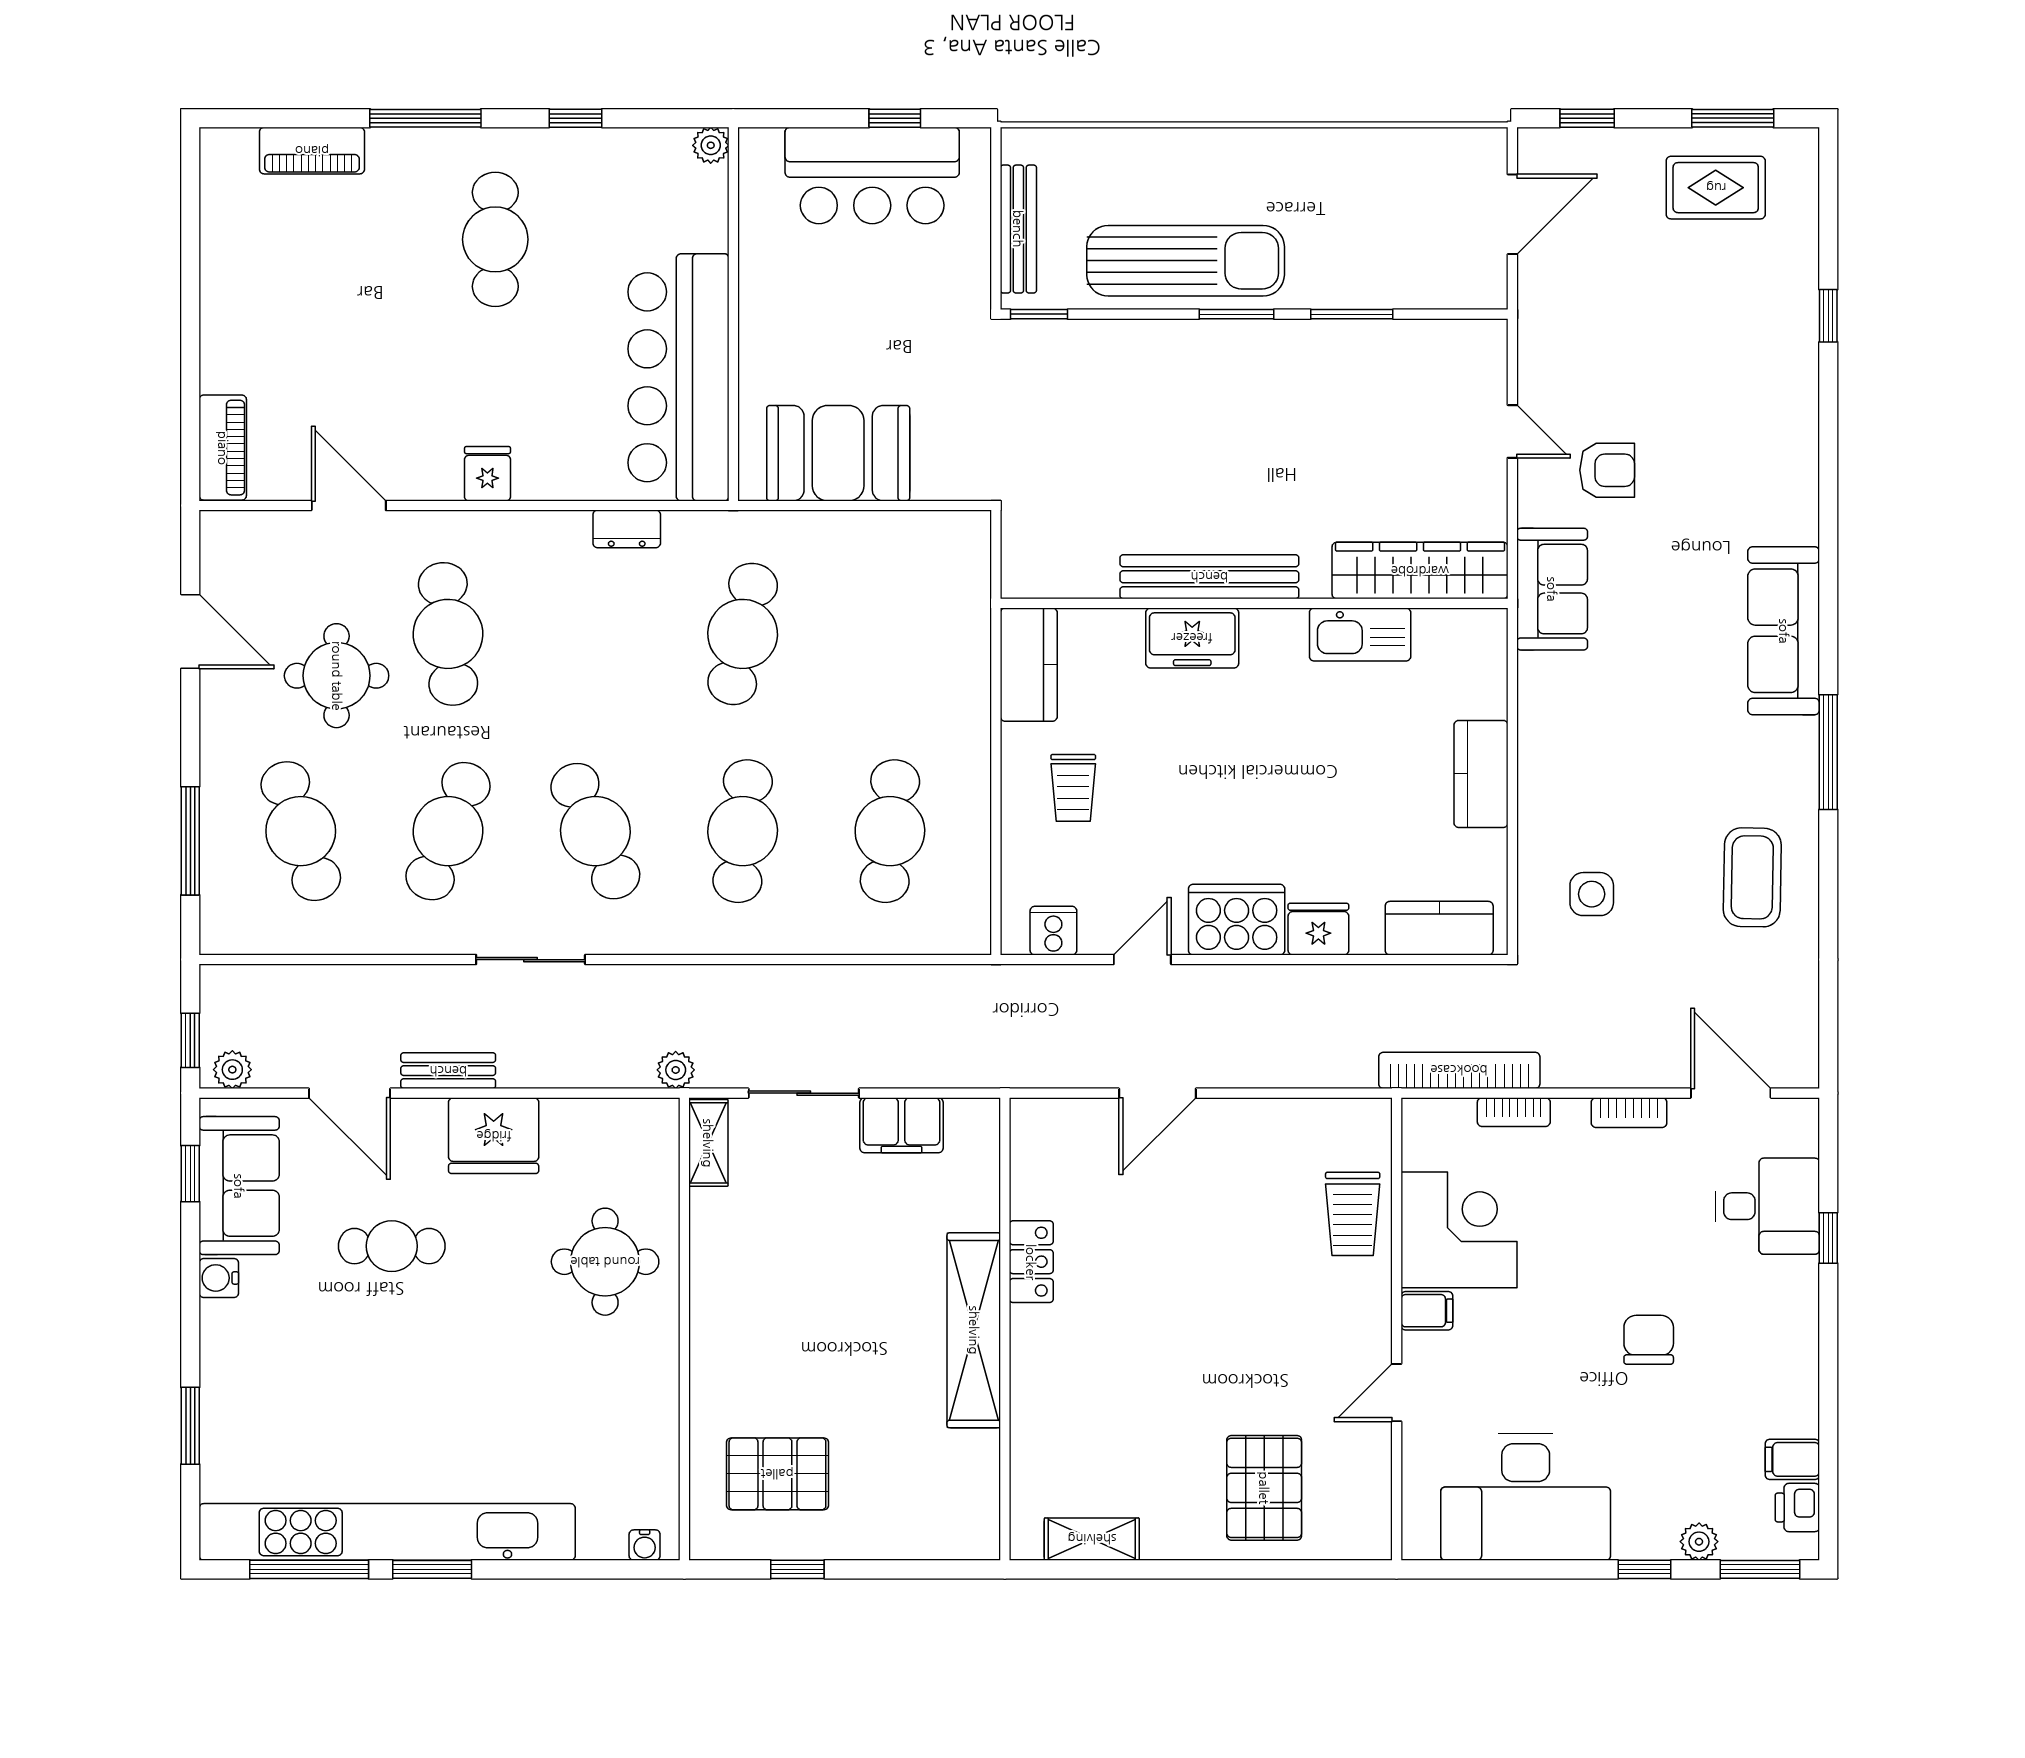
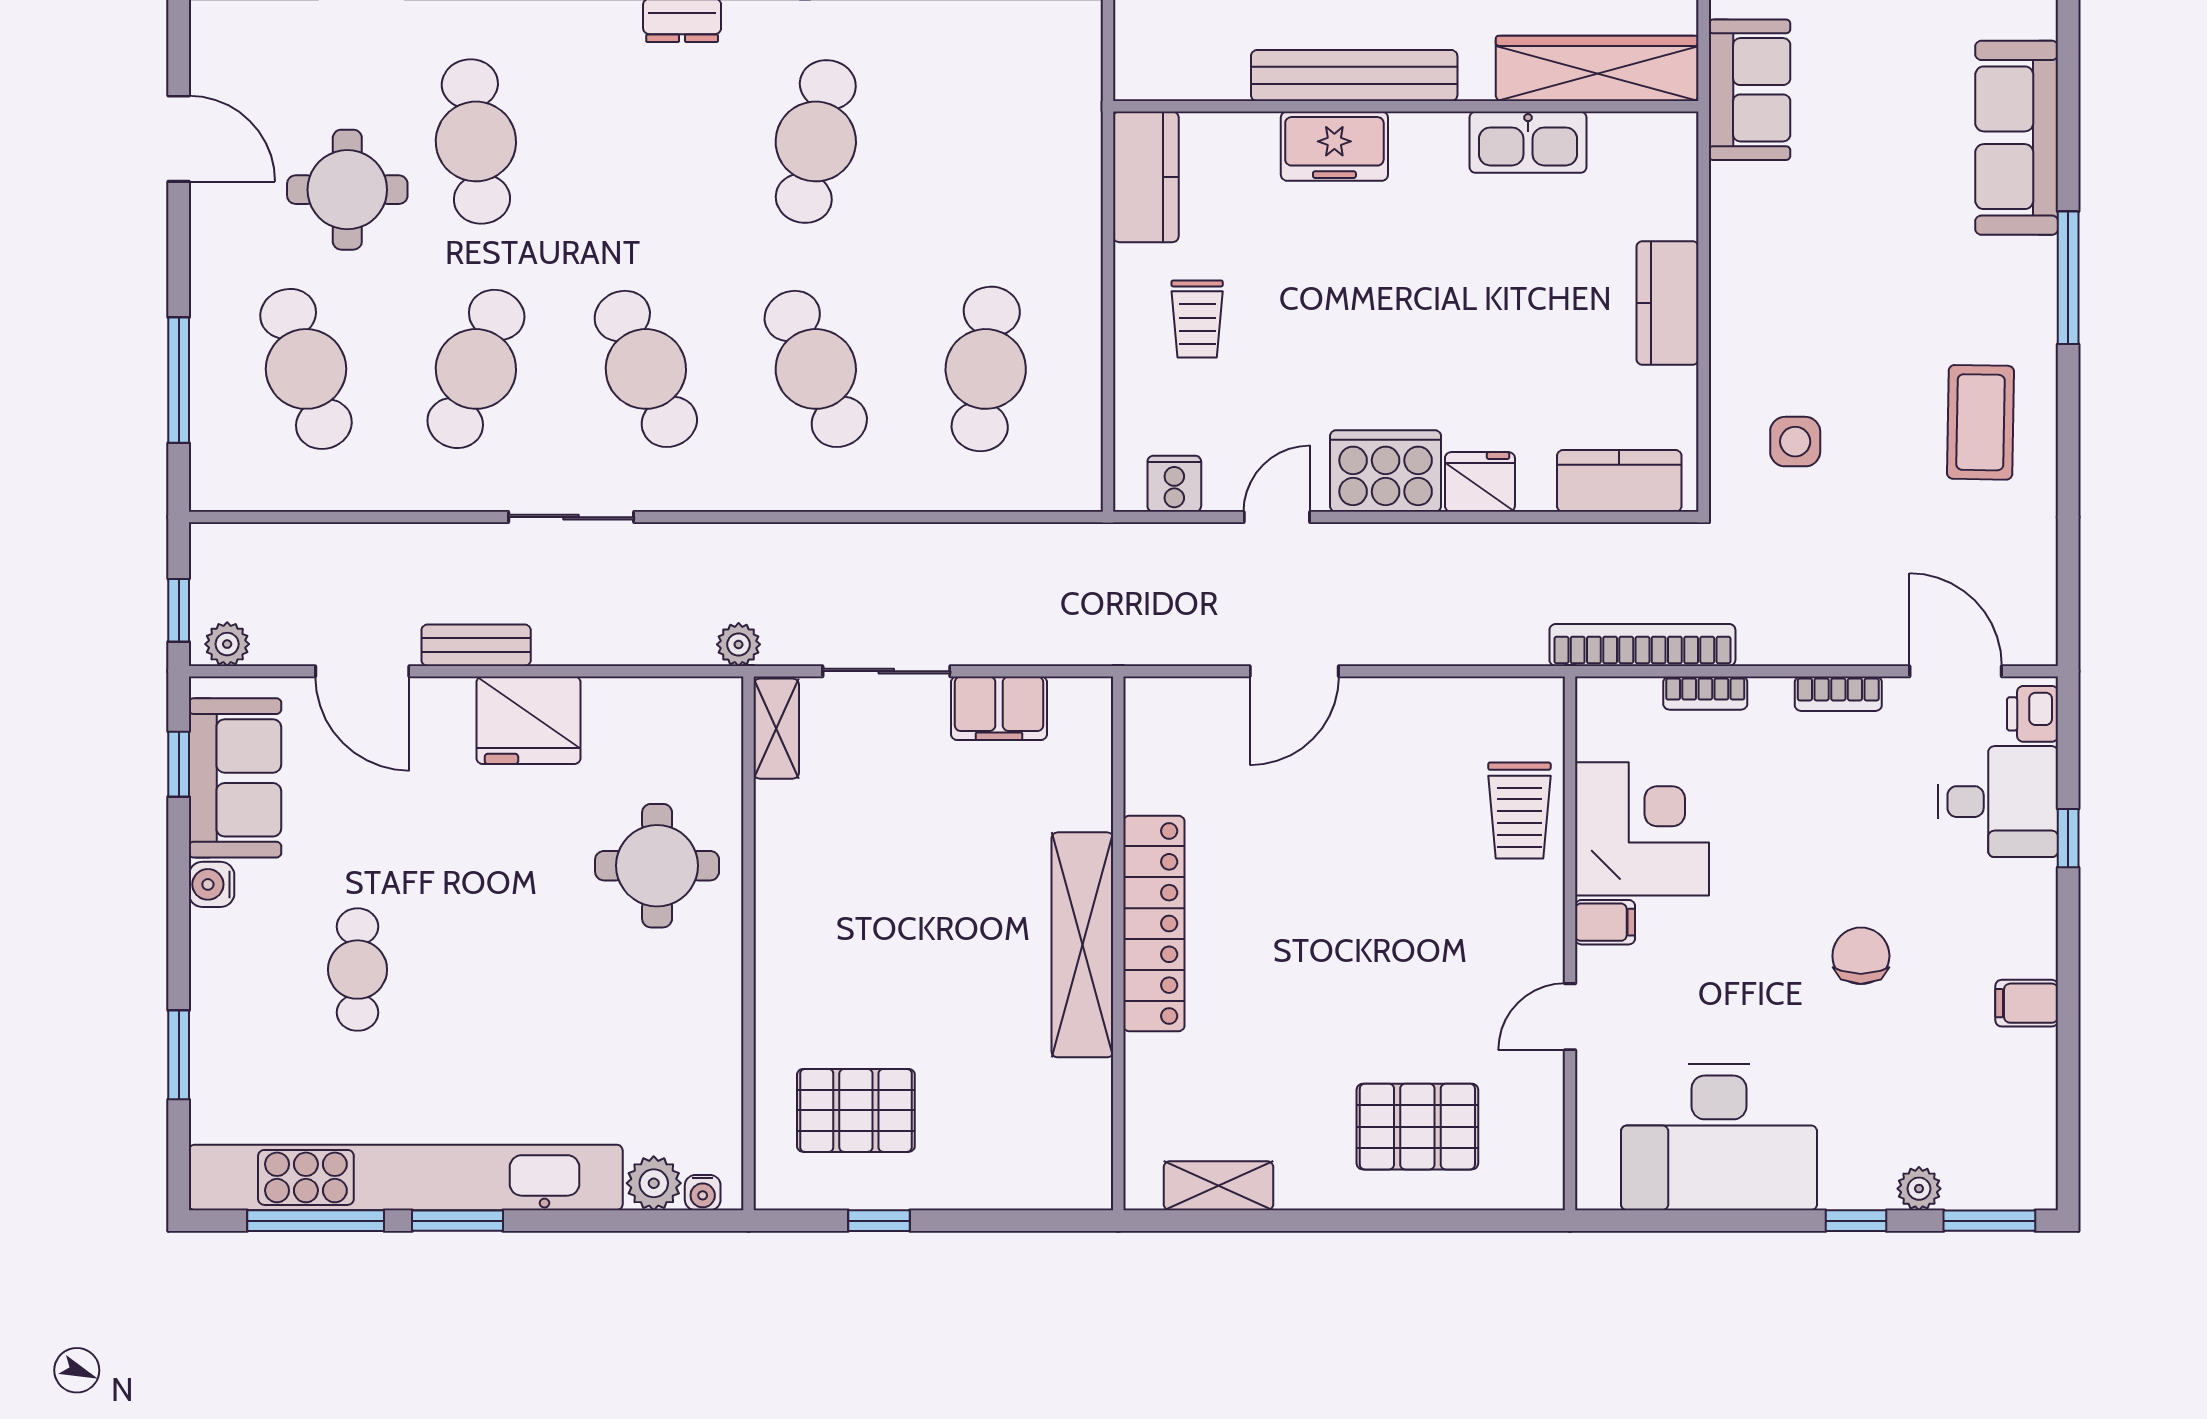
cafe table: (743, 831) -> (816, 369), turned -30
cafe table: (392, 1246) -> (358, 970), moved, turned 90
locker: (1031, 1262) -> (1154, 923), width x2.16, depth x1.21
filing cabinet: (1792, 1459) -> (2027, 1003), moved
pallet: (1264, 1488) -> (1417, 1127), turned 90
printer: (1797, 1508) -> (2032, 714), moved
plant: (602, 1537) -> (654, 1183), added

